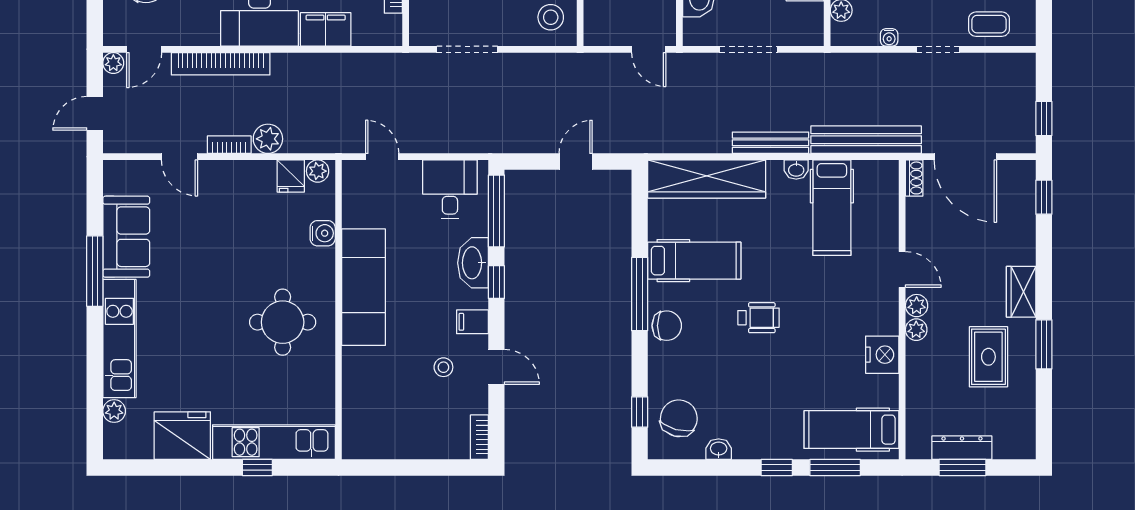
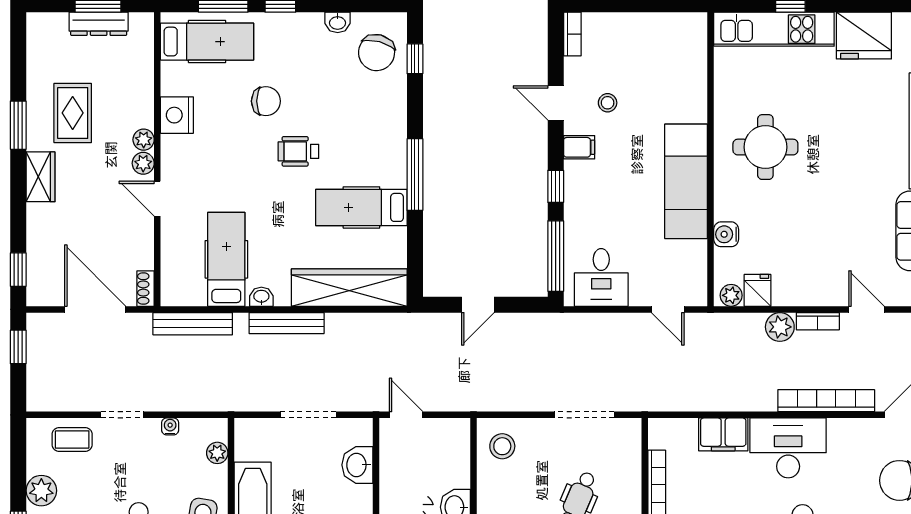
bench: (866, 140) -> (193, 324), width x0.73, depth x0.82
washbasin: (473, 263) -> (579, 205), removed
chair: (667, 326) -> (266, 101), moved, turned 180

